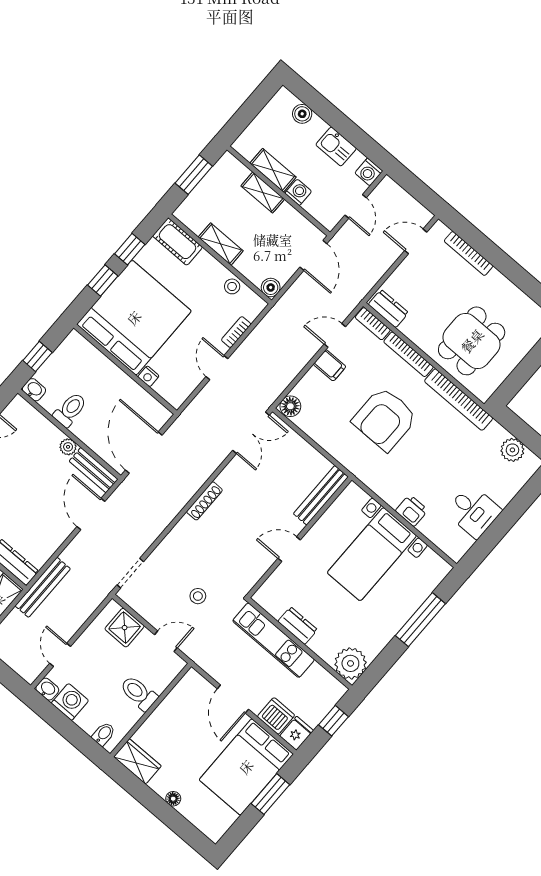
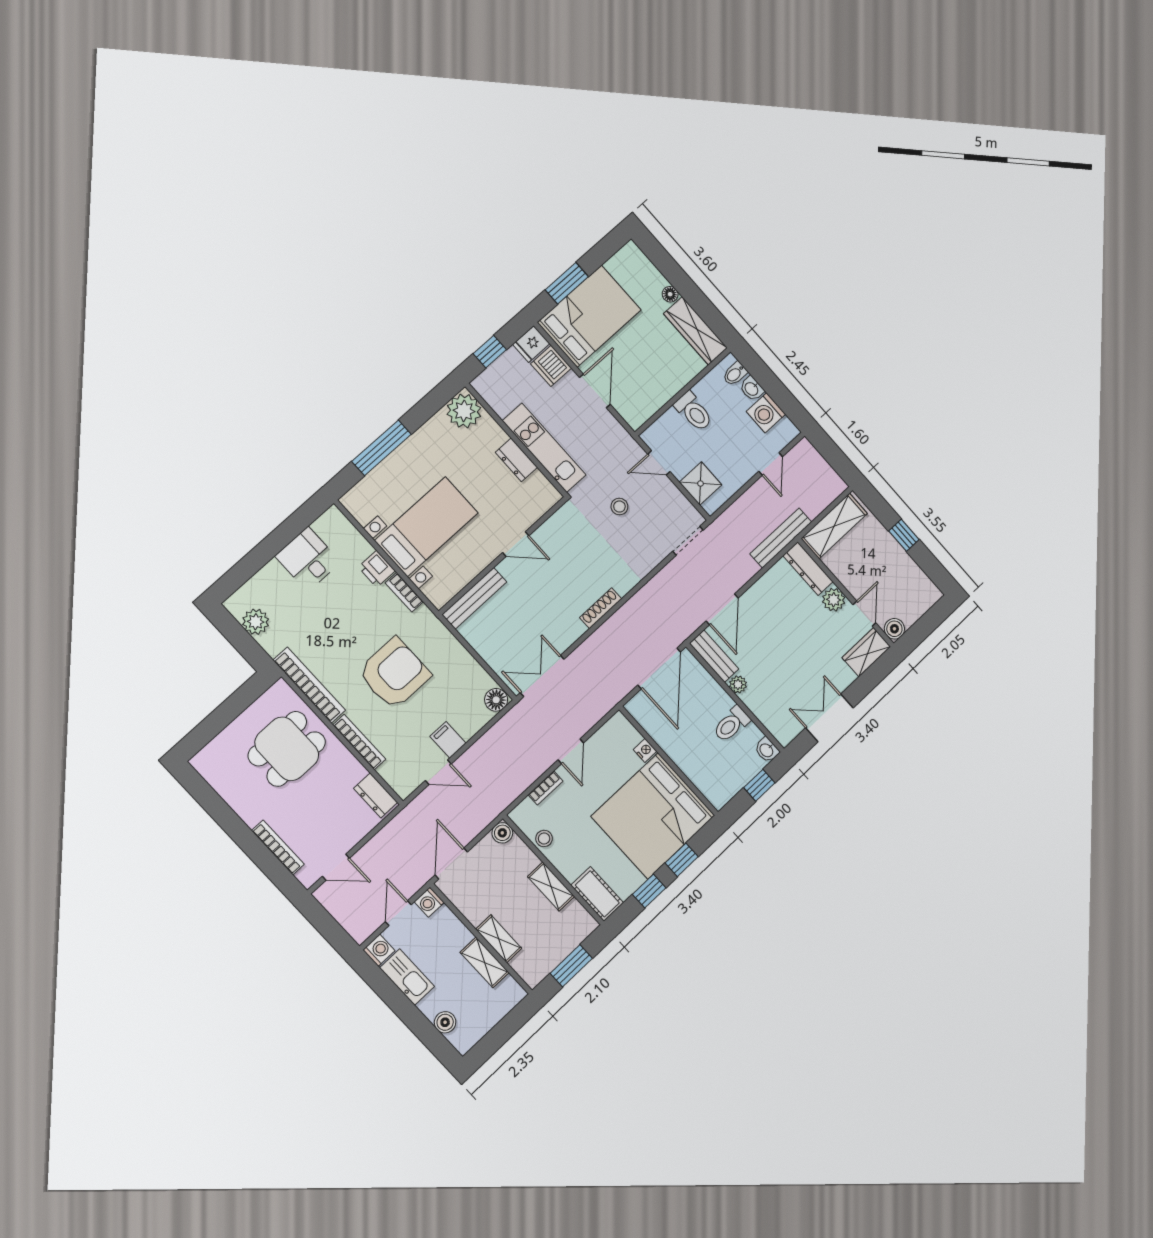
kitchen sink: (336, 147) -> (407, 977), width x1.38
washing machine: (298, 192) -> (429, 902), moved
bookcase: (373, 324) -> (404, 592), moved, turned 180
washbasin: (47, 689) -> (752, 389), moved
wardrobe: (137, 761) -> (695, 331), width x1.50

